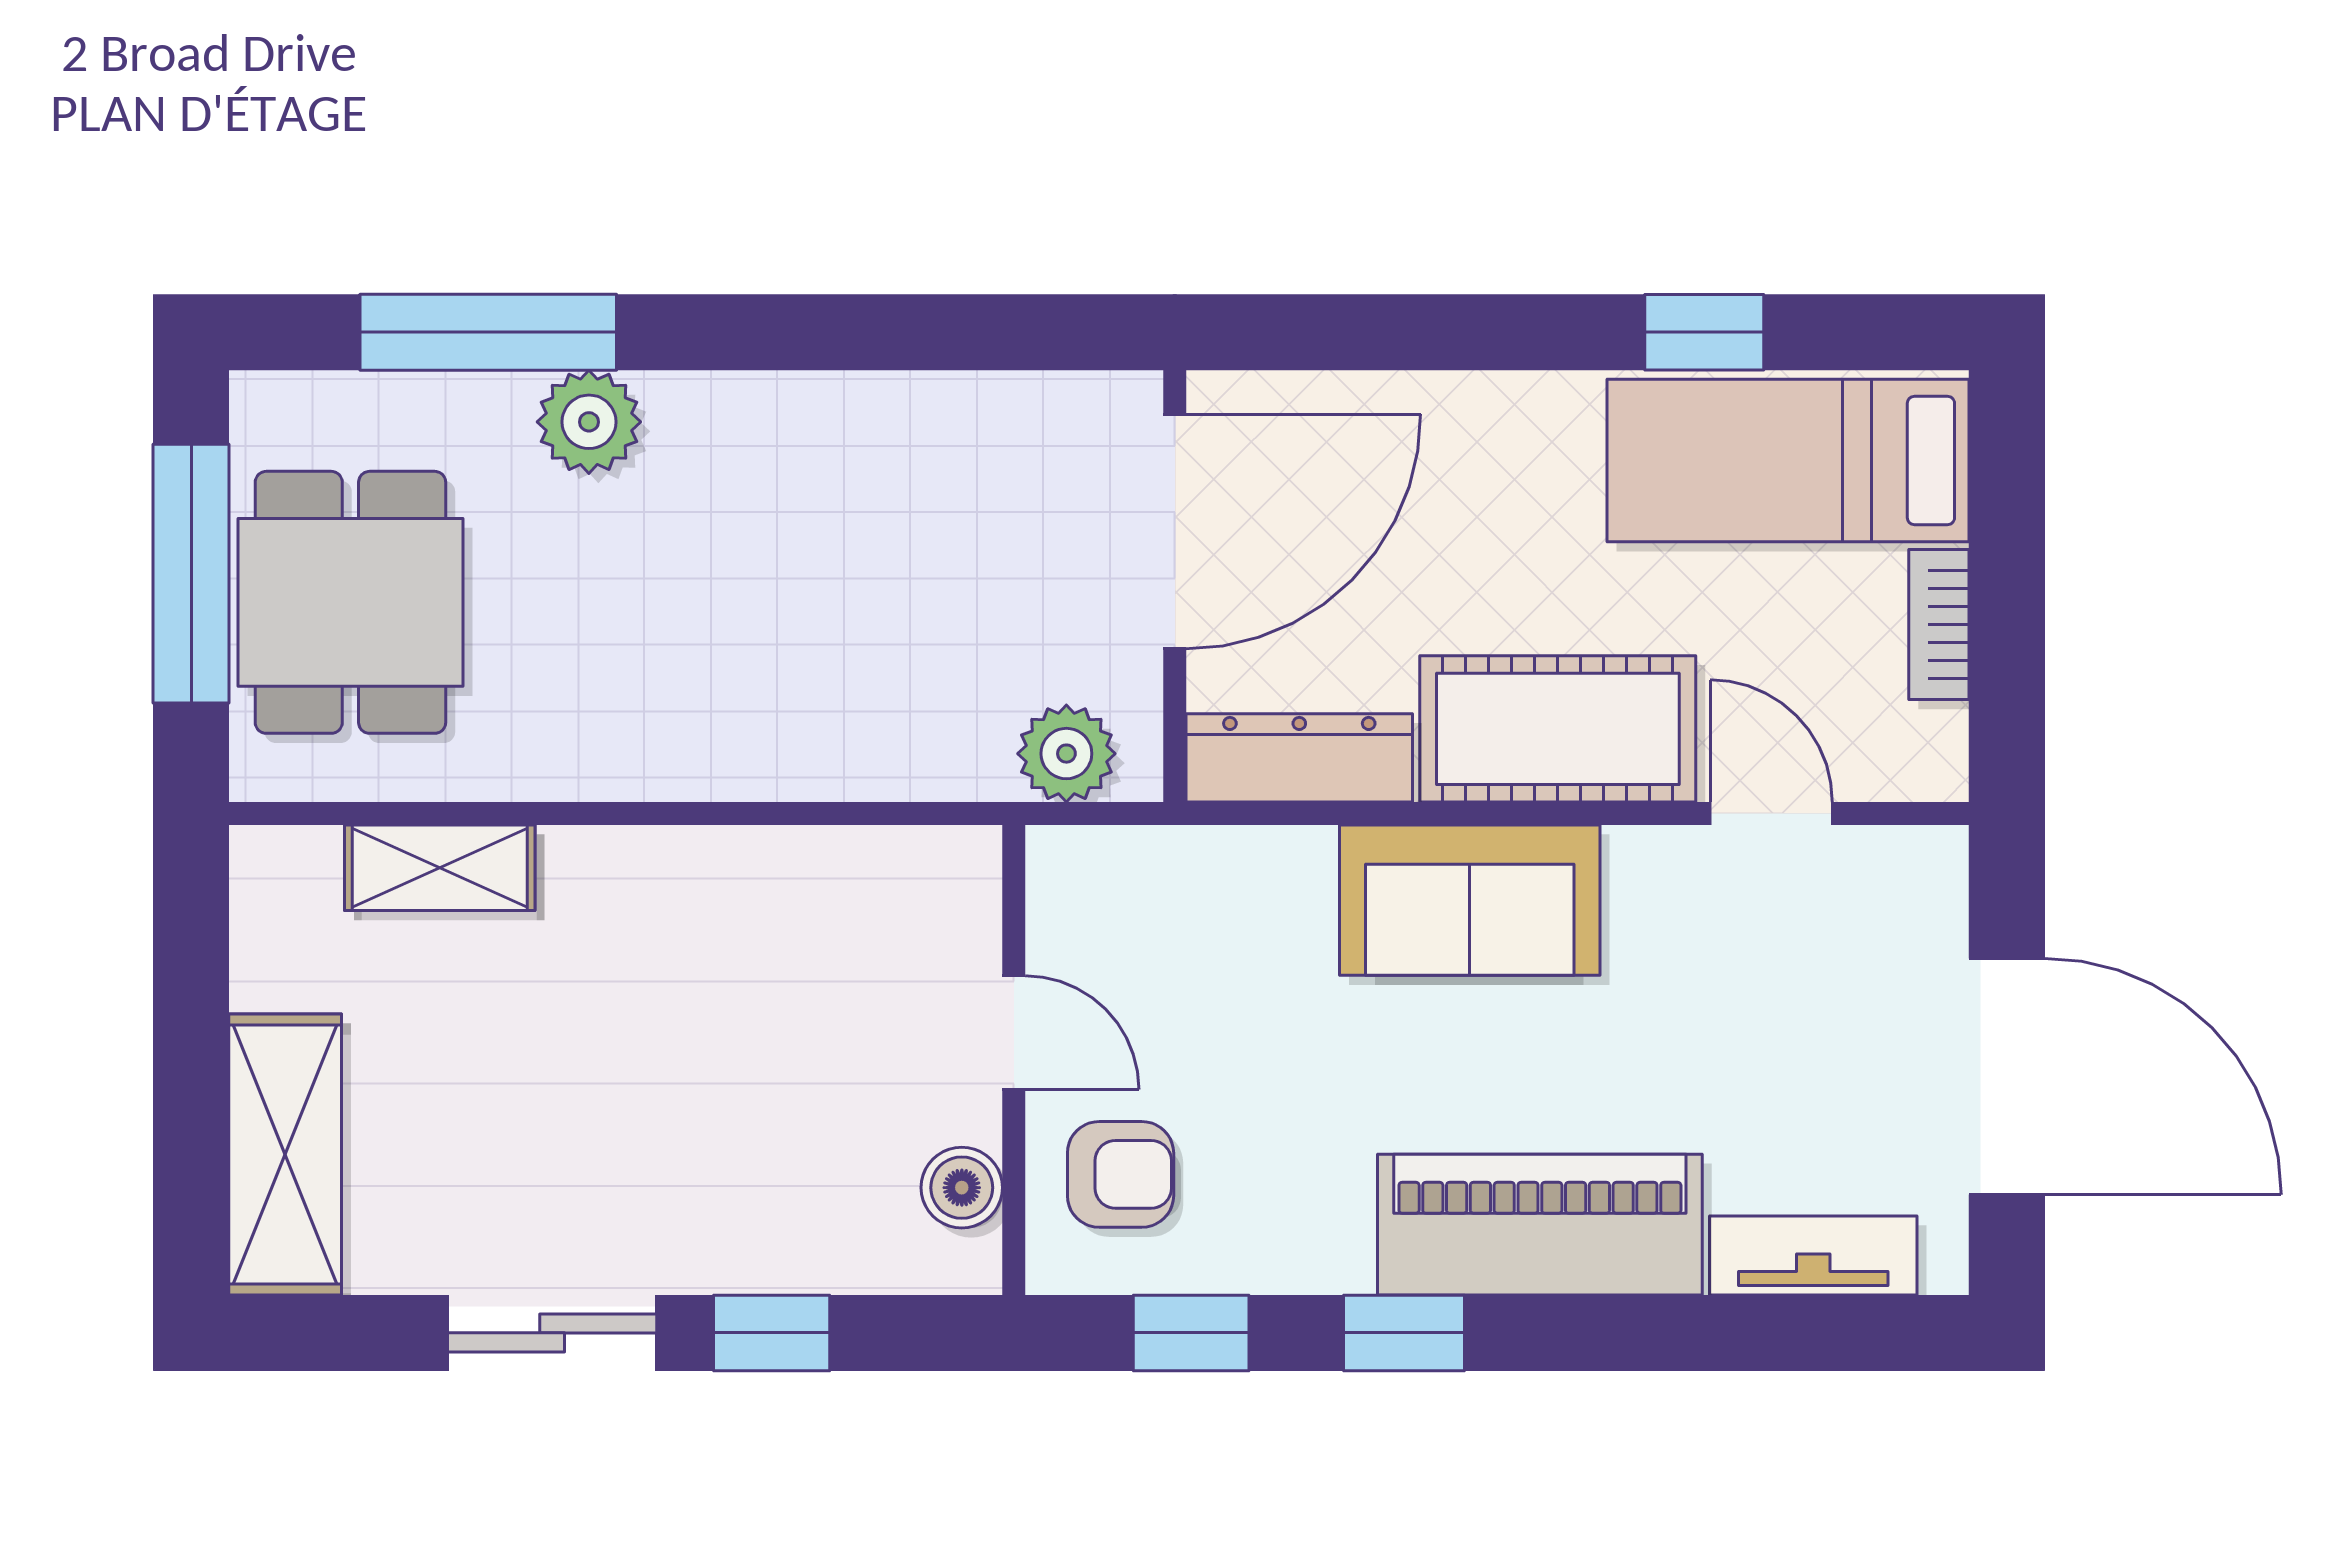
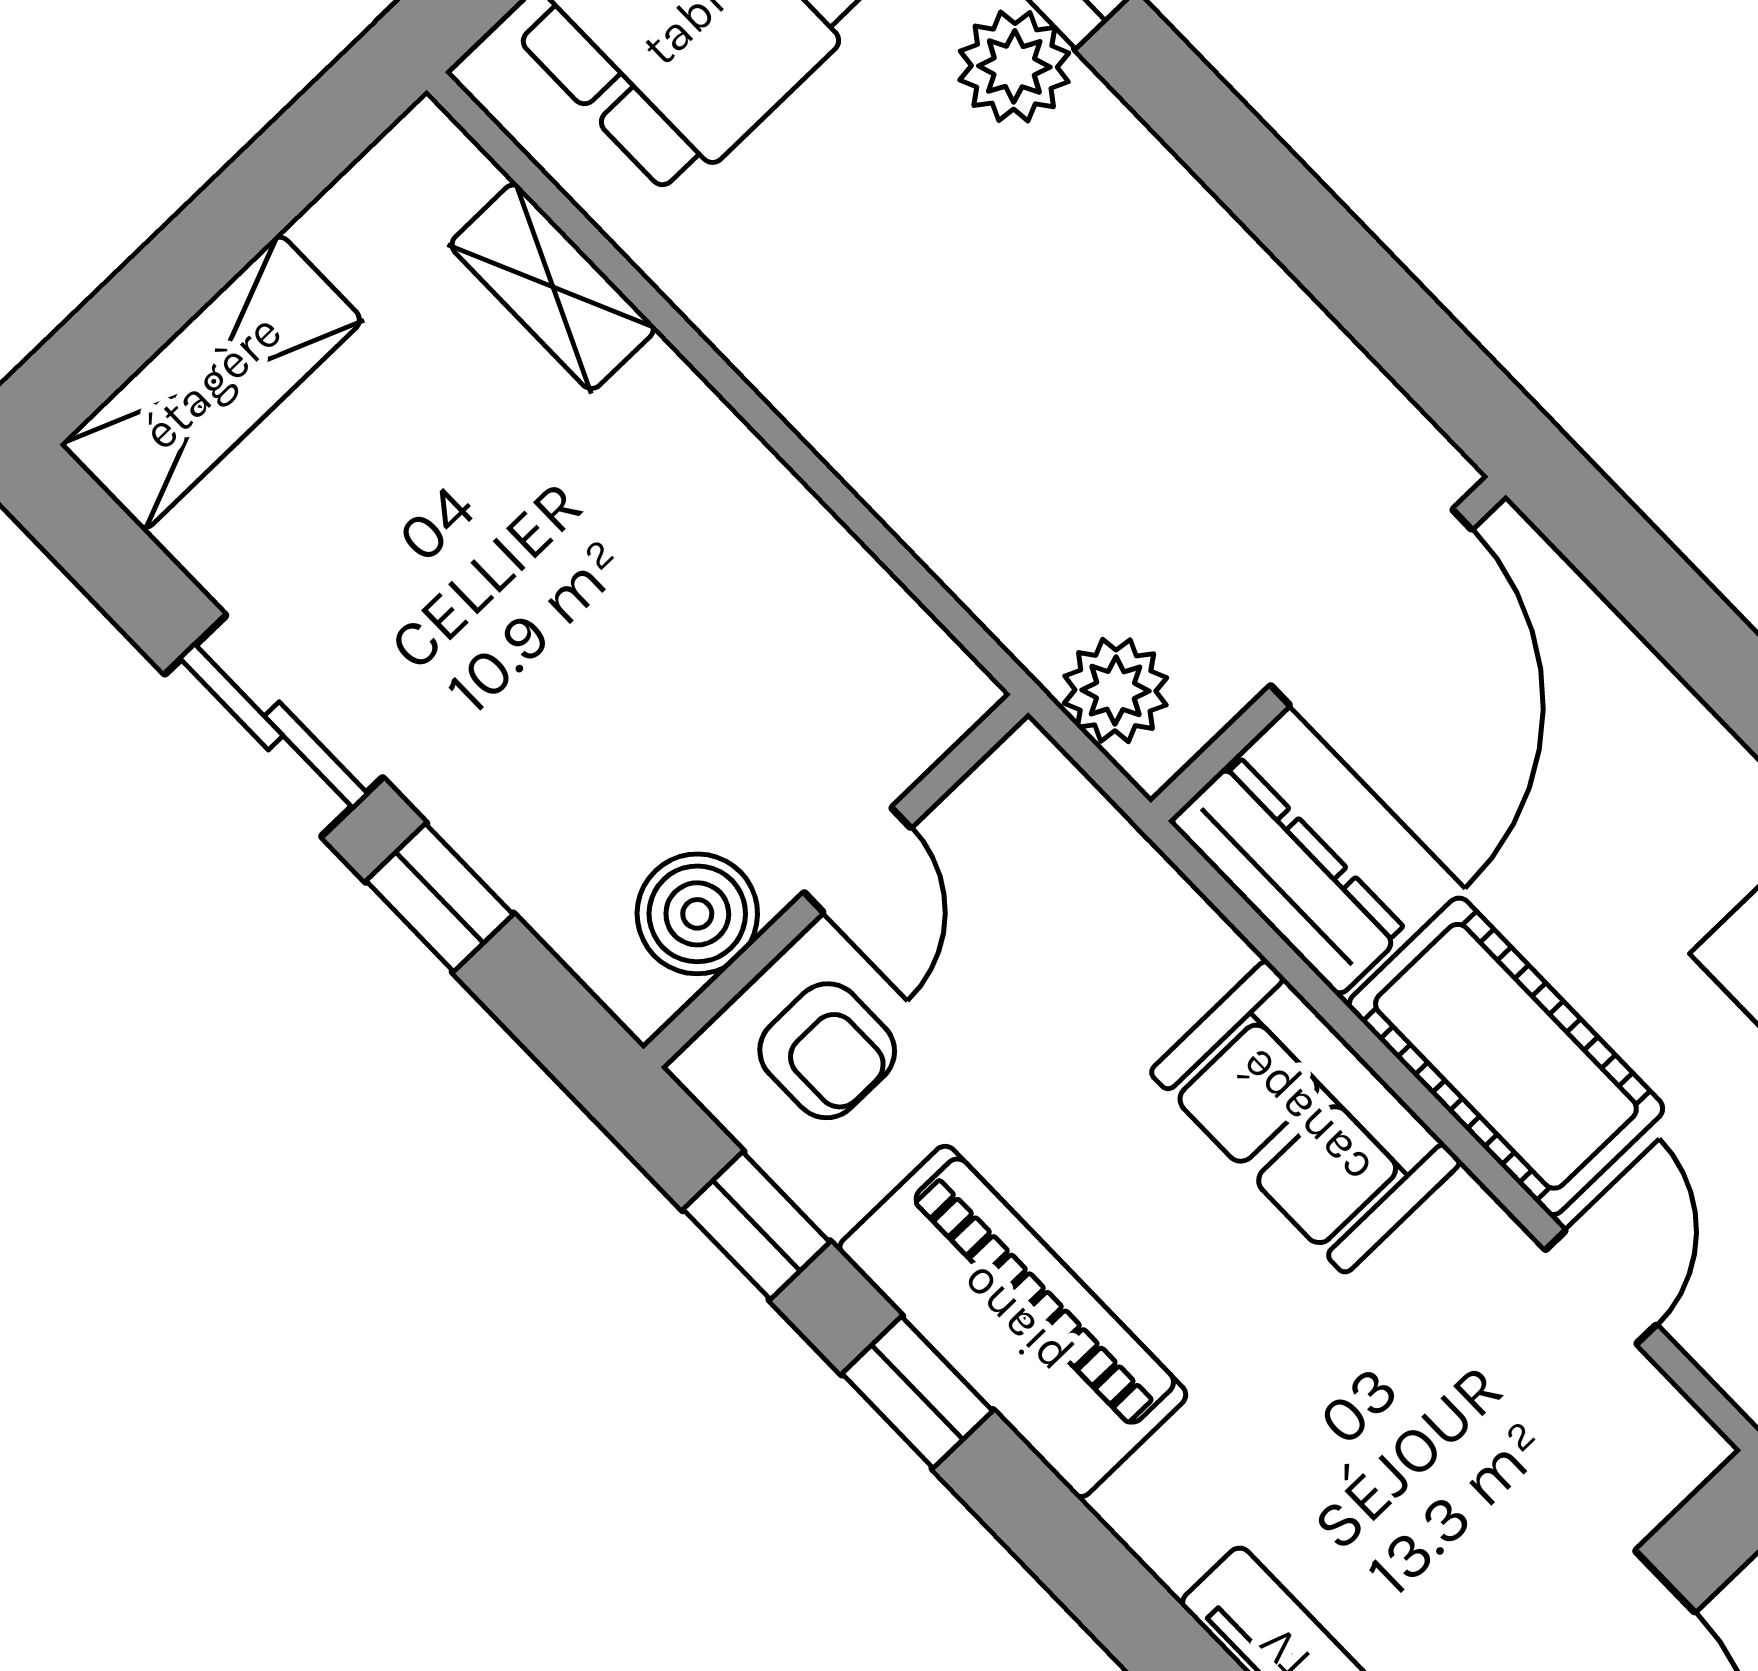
door: (1175, 531) -> (1371, 607), hinge flipped
boiler: (962, 1188) -> (697, 914), width x1.36, depth x1.36
piano: (1540, 1225) -> (1013, 1321), moved

